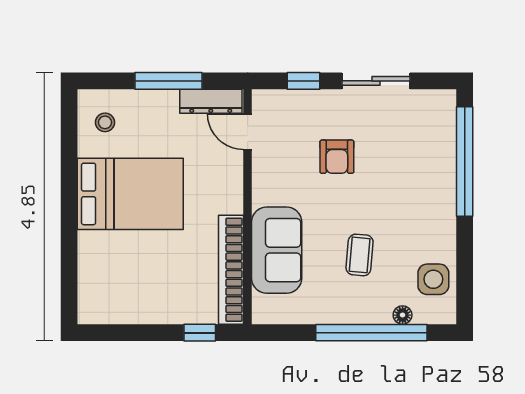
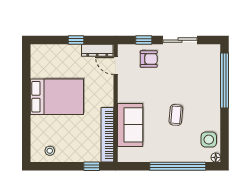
window: (168, 81) -> (76, 40), width x0.46
stool: (105, 122) -> (50, 151), moved
armchair: (337, 157) -> (149, 59), moved, turned -90
coffee table: (360, 255) -> (176, 115), moved
floor lamp: (403, 315) -> (216, 157), moved

